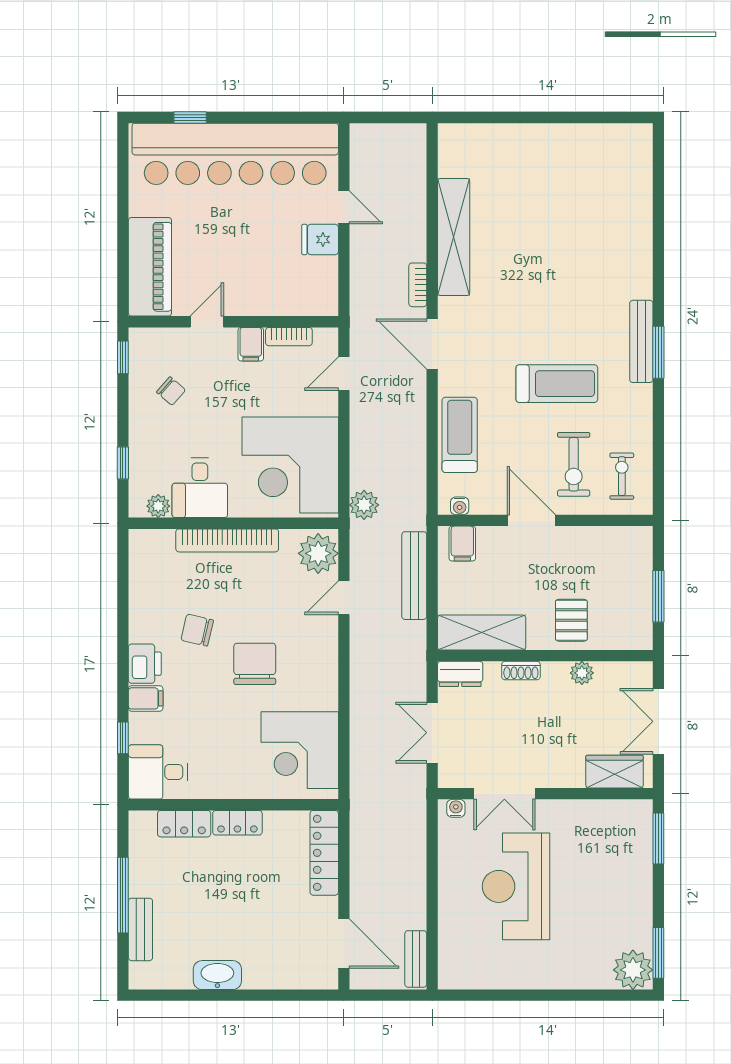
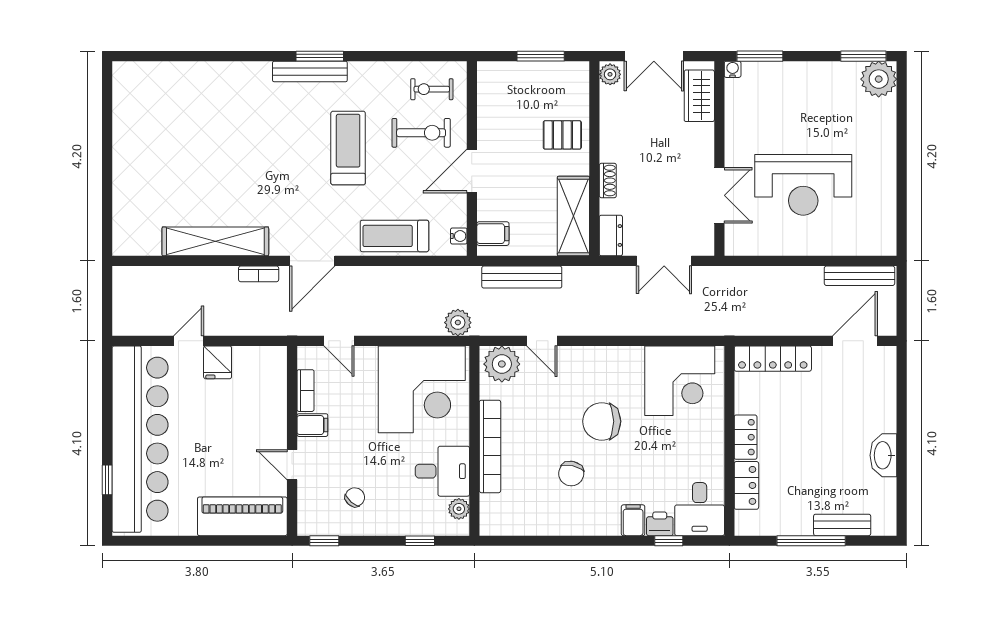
printer: (145, 664) -> (660, 524), moved, width x0.73, depth x0.81
plant: (582, 673) -> (610, 74), moved
water cooler: (456, 808) -> (733, 69), moved, turned 90
bench: (416, 959) -> (860, 276), width x1.36

